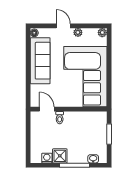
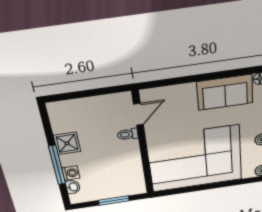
sofa: (40, 61) -> (225, 92), width x0.73
washing machine: (47, 158) -> (71, 173), moved

